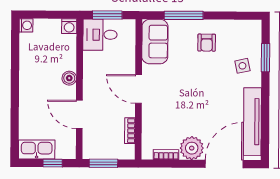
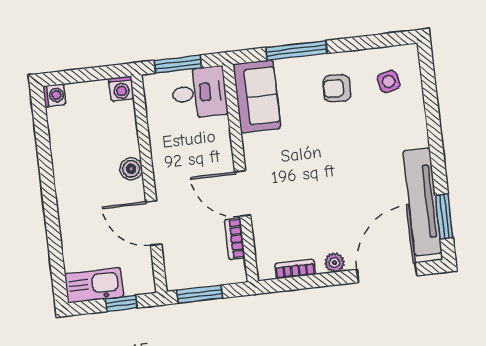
desk: (100, 35) -> (199, 93), moved, turned 180
armchair: (207, 43) -> (337, 88), turned 93
window: (265, 58) -> (444, 216), moved
side table: (242, 66) -> (389, 81), moved
door: (139, 89) -> (243, 194), moved
plant: (192, 148) -> (335, 263), width x0.53, depth x0.53

